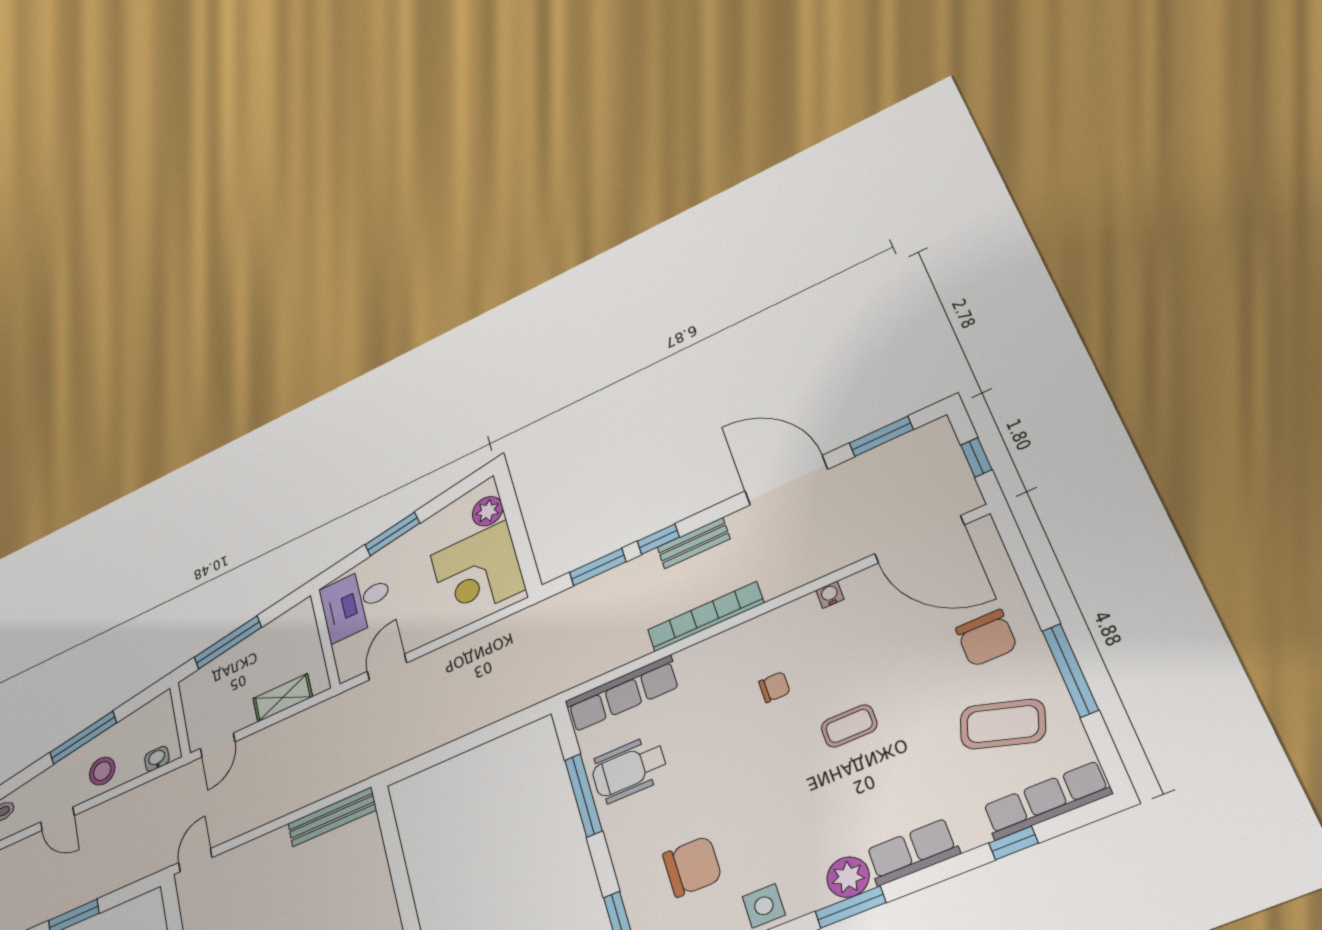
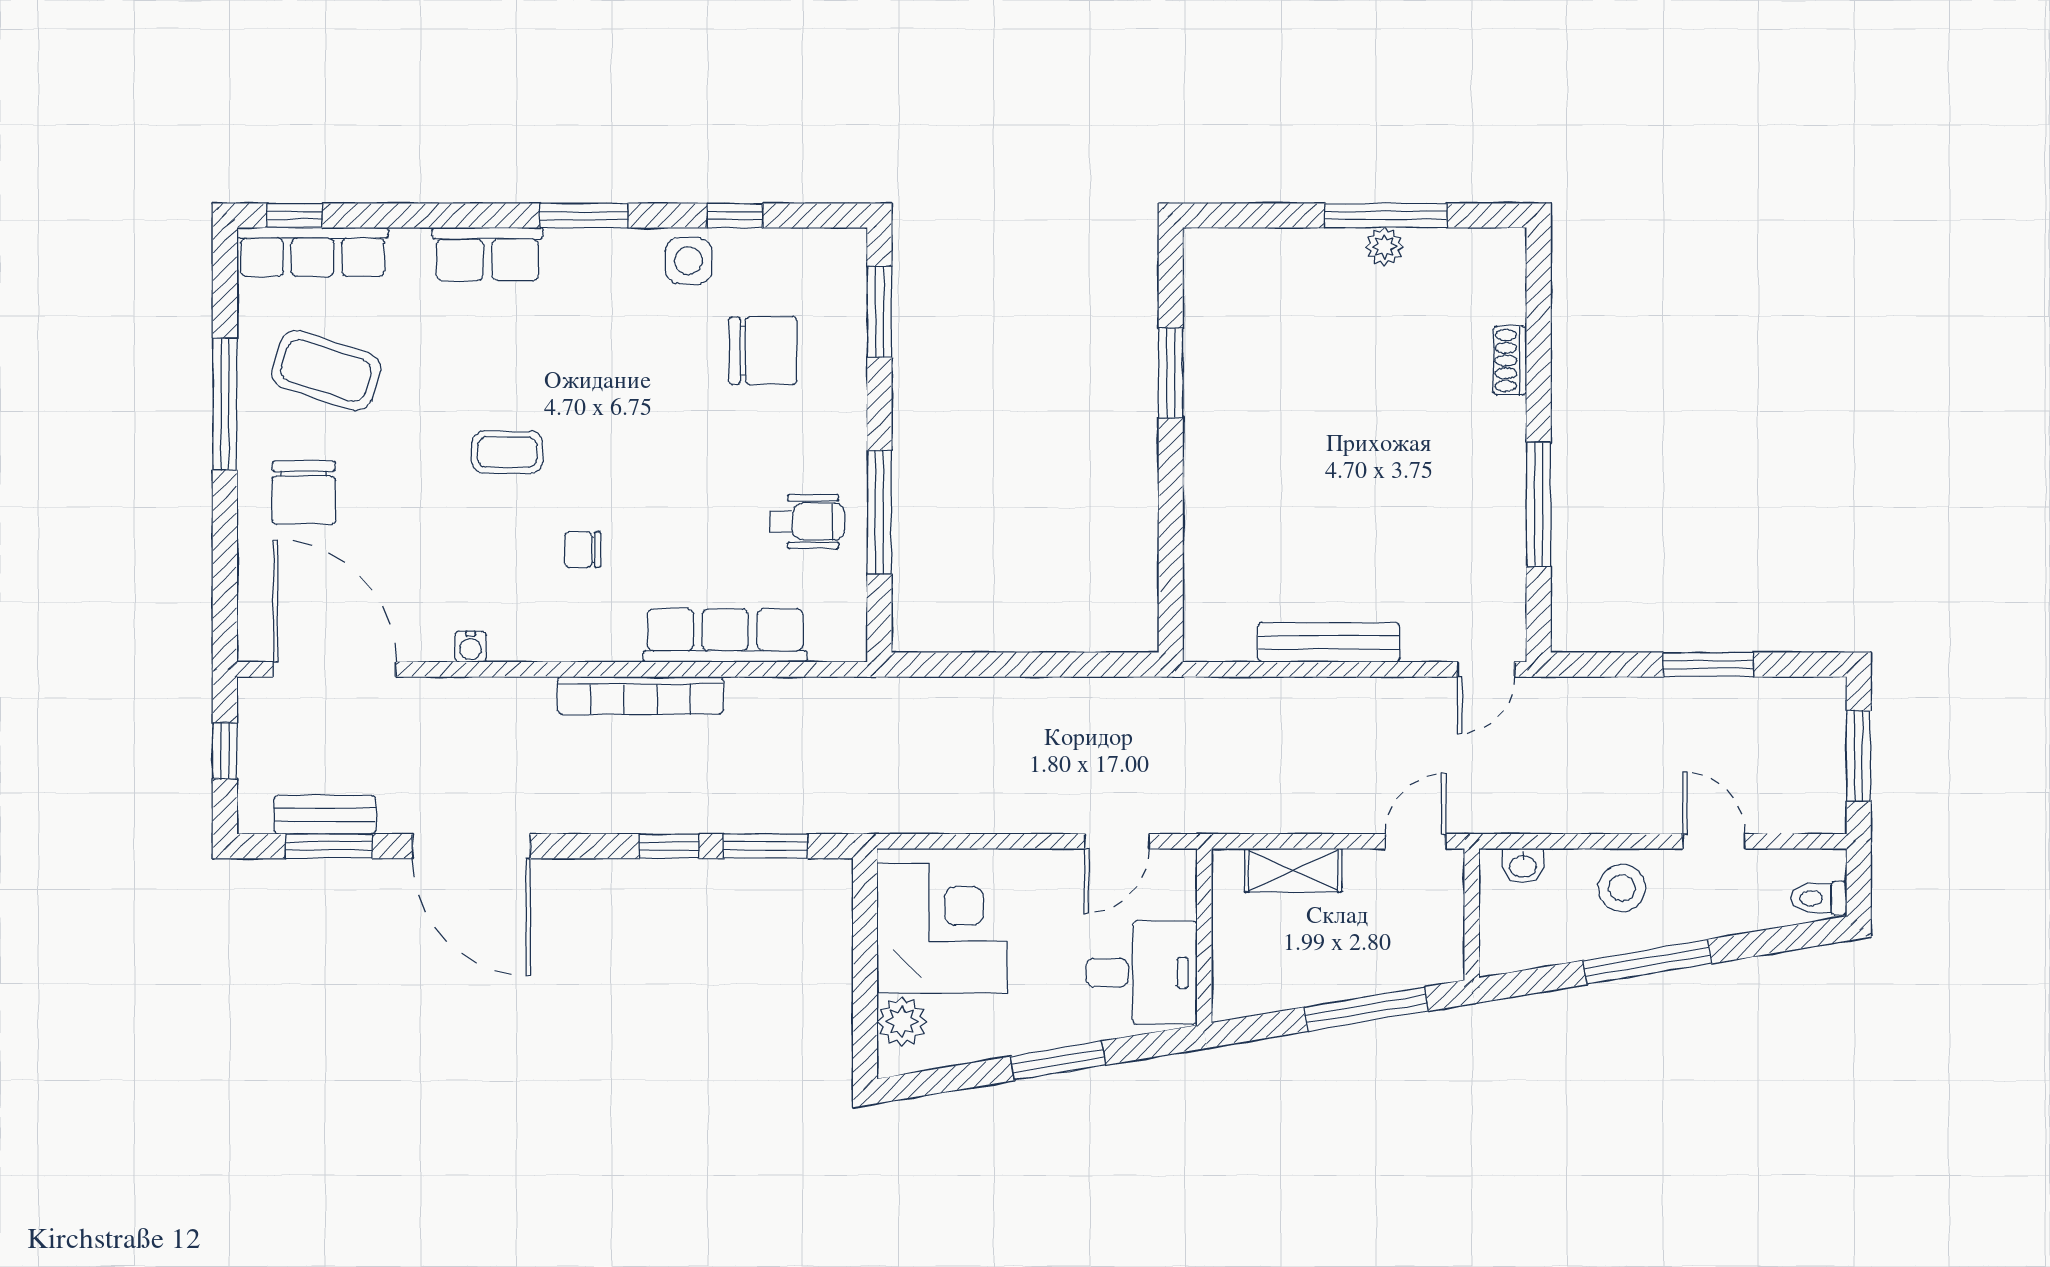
bench: (694, 543) -> (325, 815), moved
chair: (986, 638) -> (304, 493), turned 180
row of seats: (622, 694) -> (725, 636), moved
wheelchair: (629, 769) -> (807, 522), width x0.73, depth x0.73
bench: (332, 817) -> (1329, 642), moved
window: (1014, 843) -> (295, 216), moved
chair: (692, 866) -> (763, 351), turned 180
plant: (848, 877) -> (574, 255), removed

